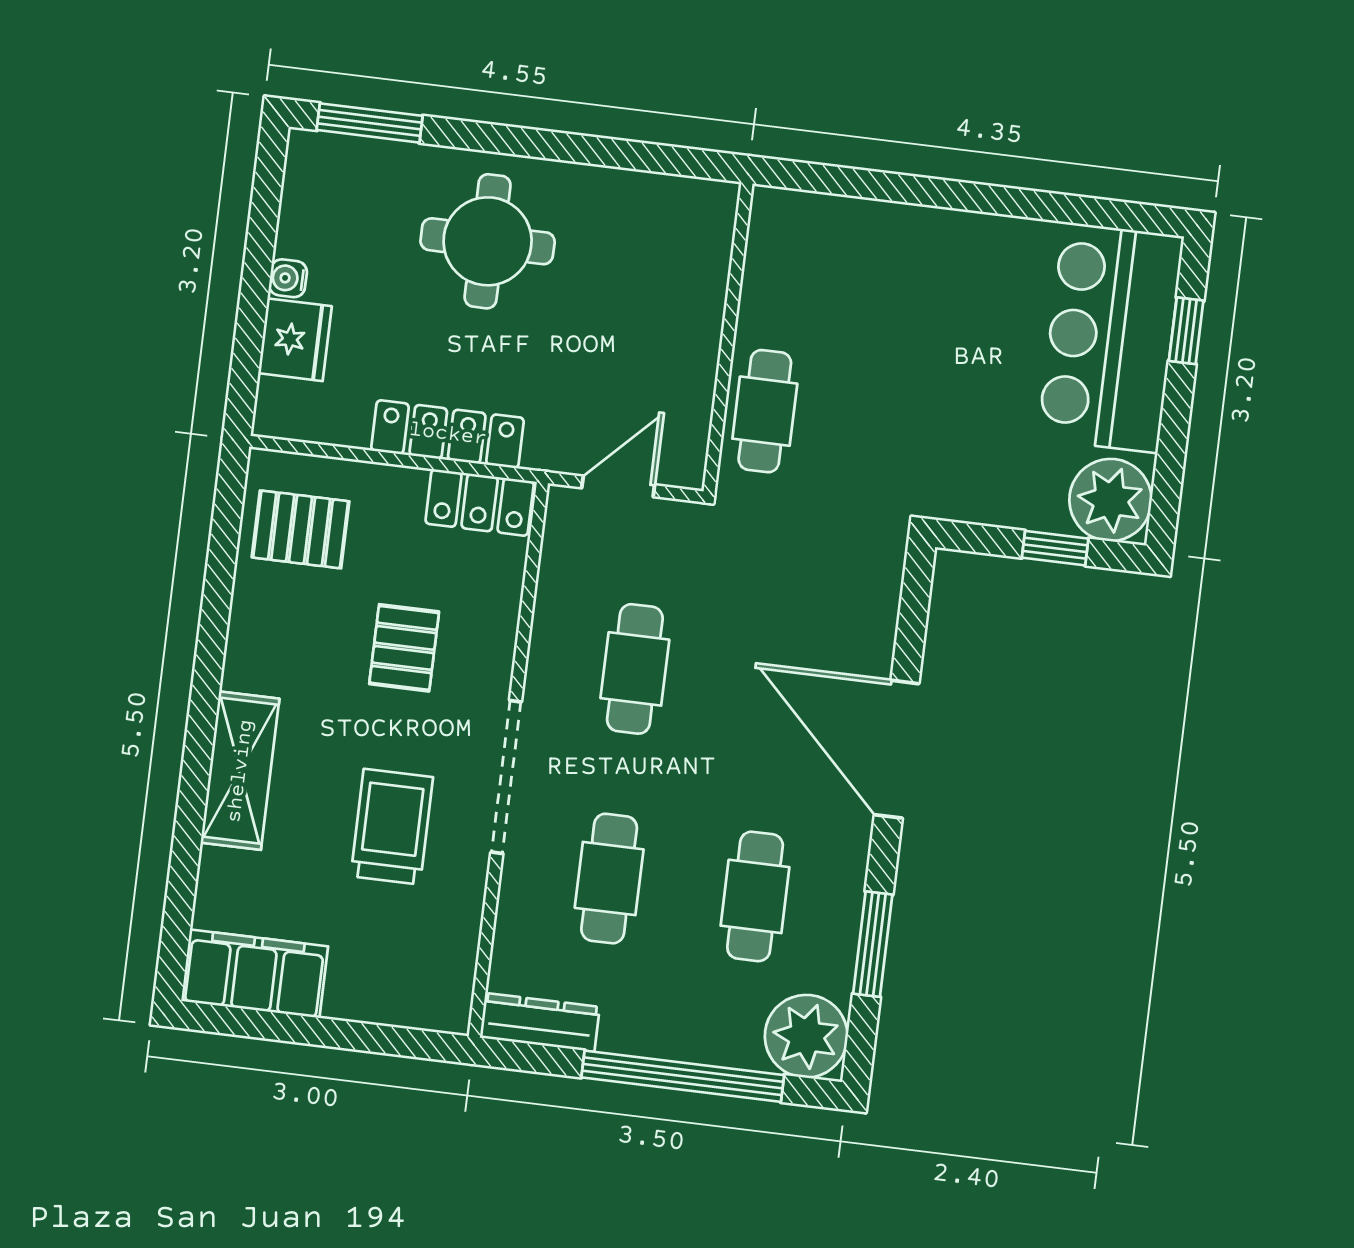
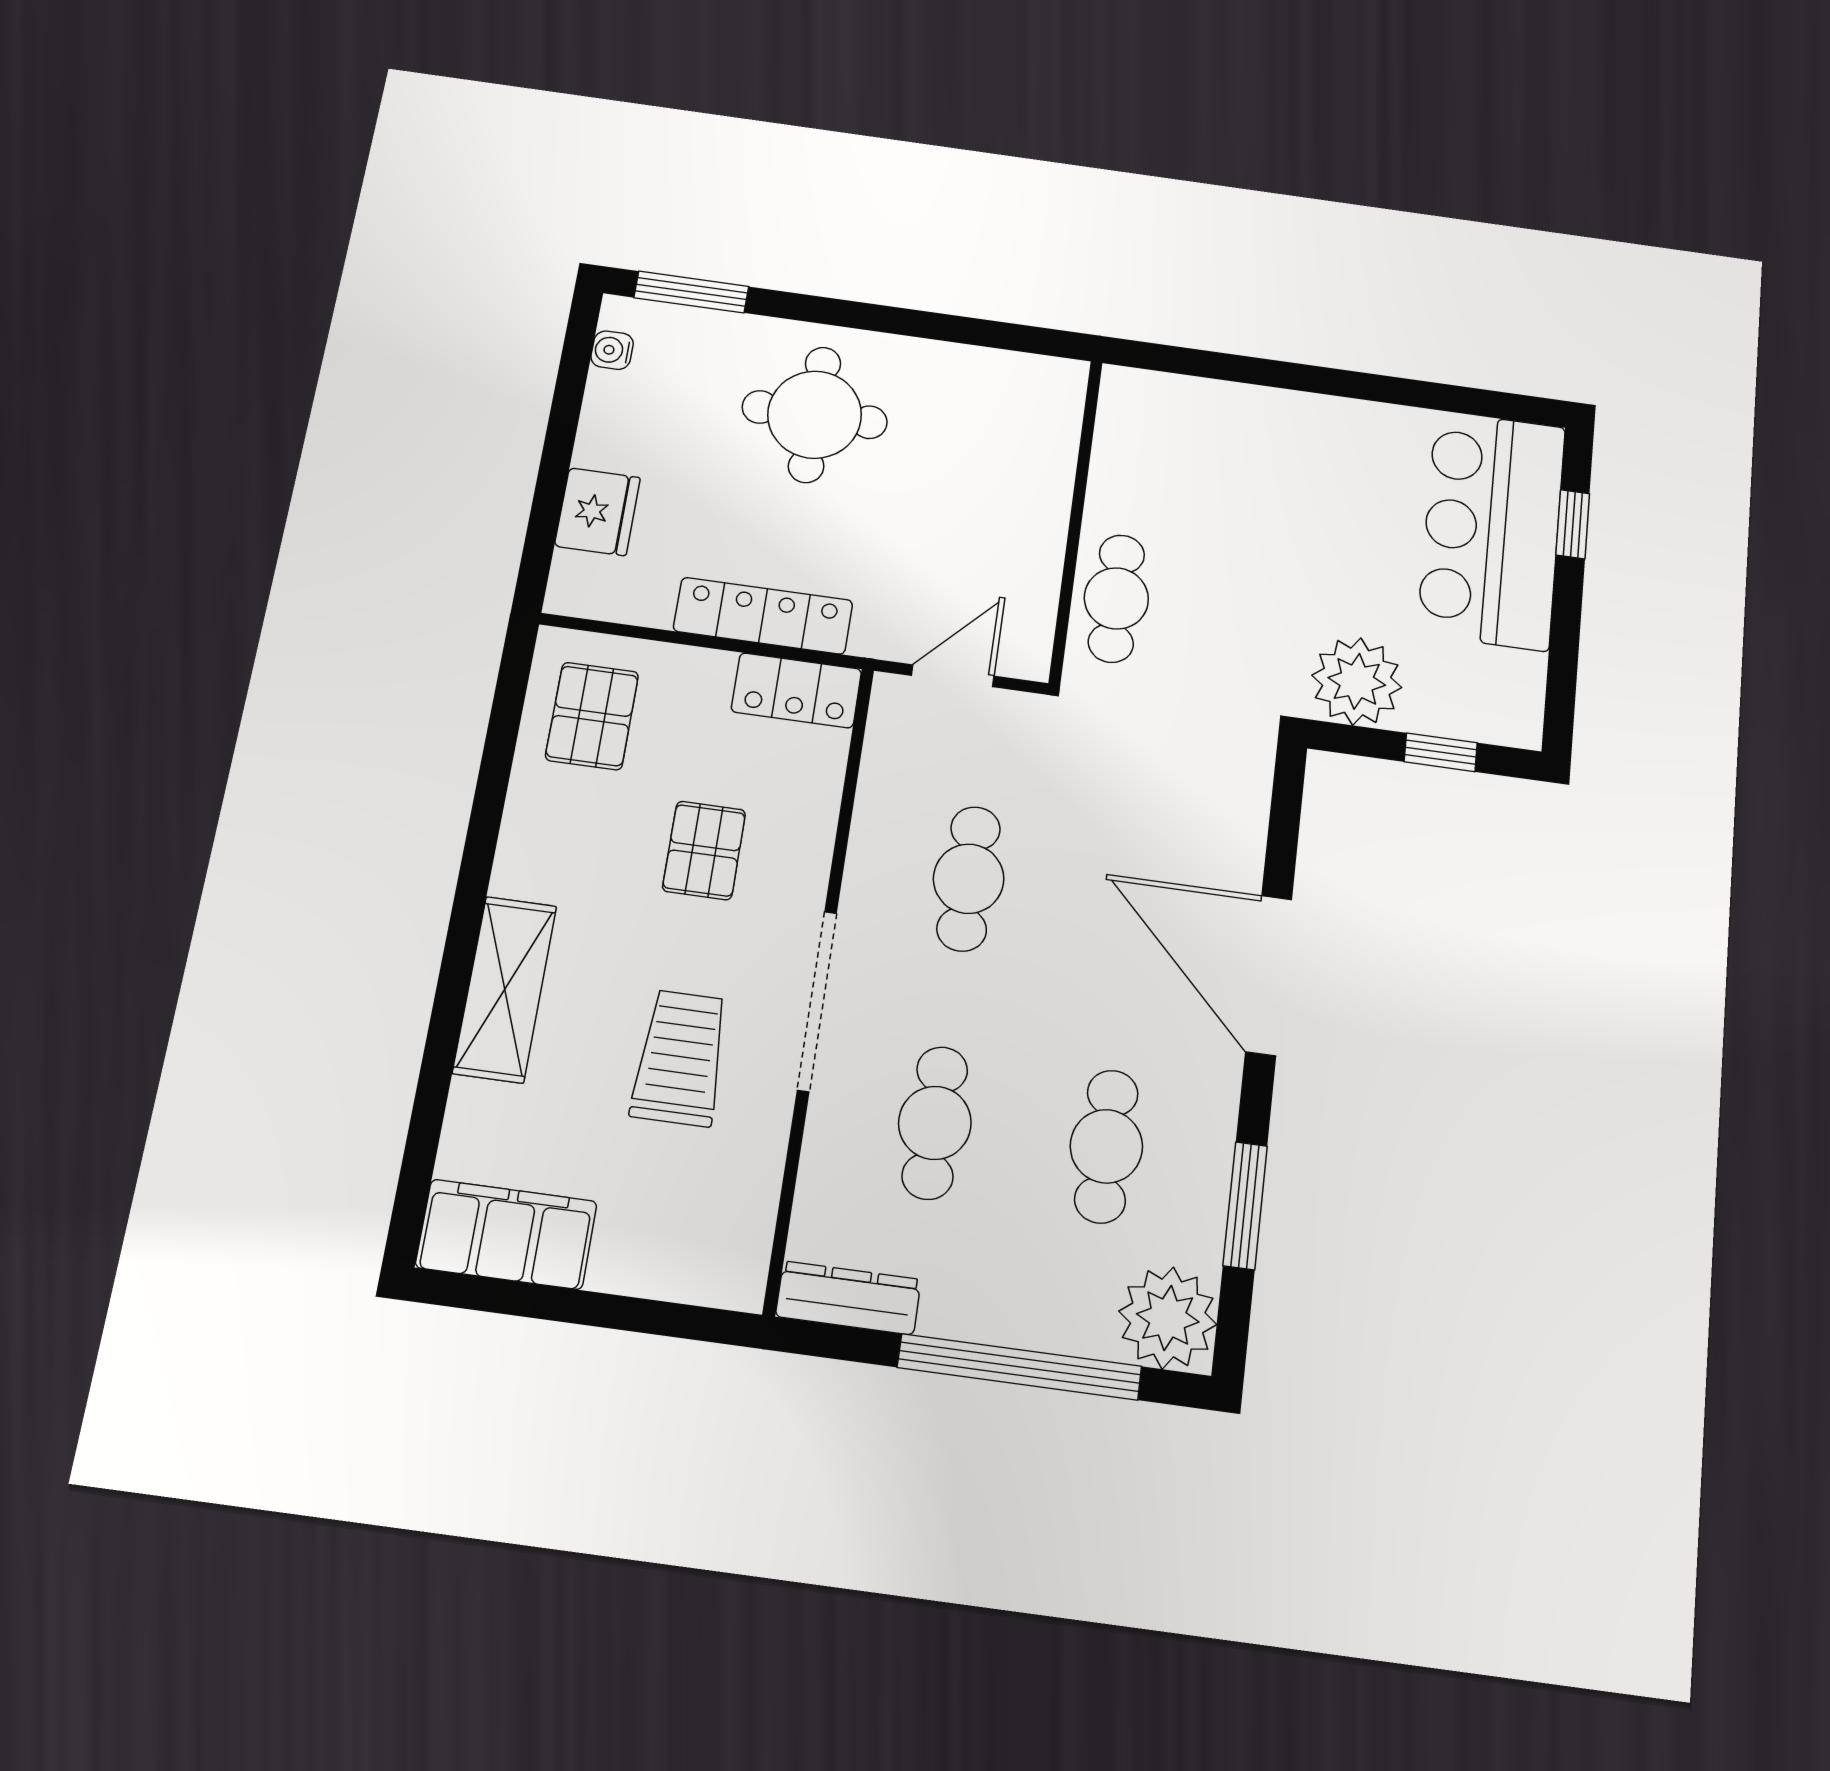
water cooler: (288, 278) -> (612, 350), moved
plant: (1110, 500) -> (1357, 681), moved
pallet: (301, 529) -> (592, 716), turned 90

